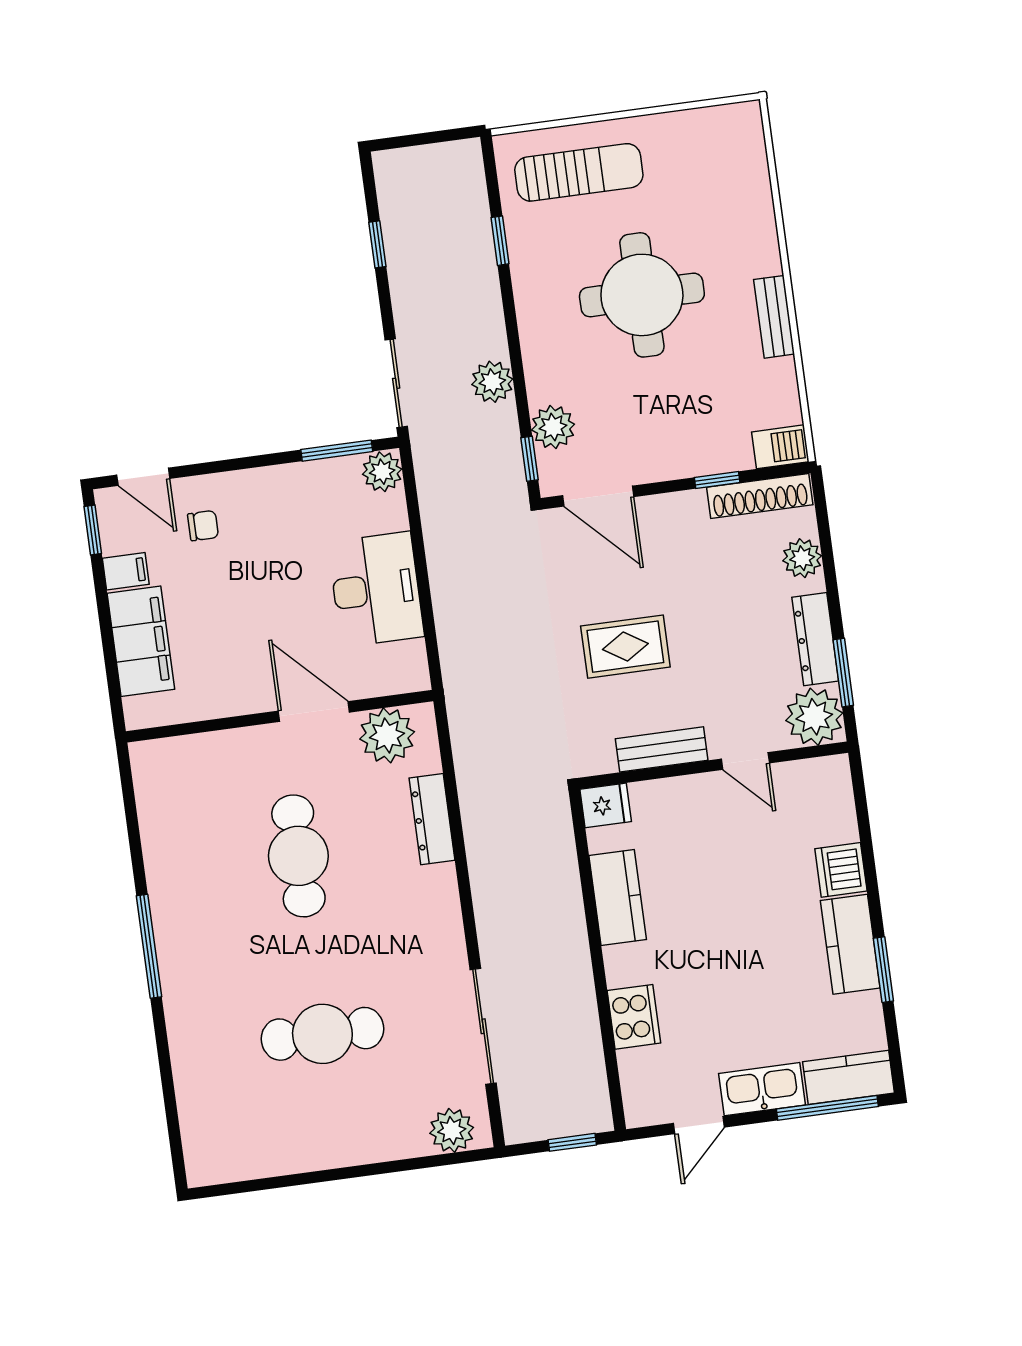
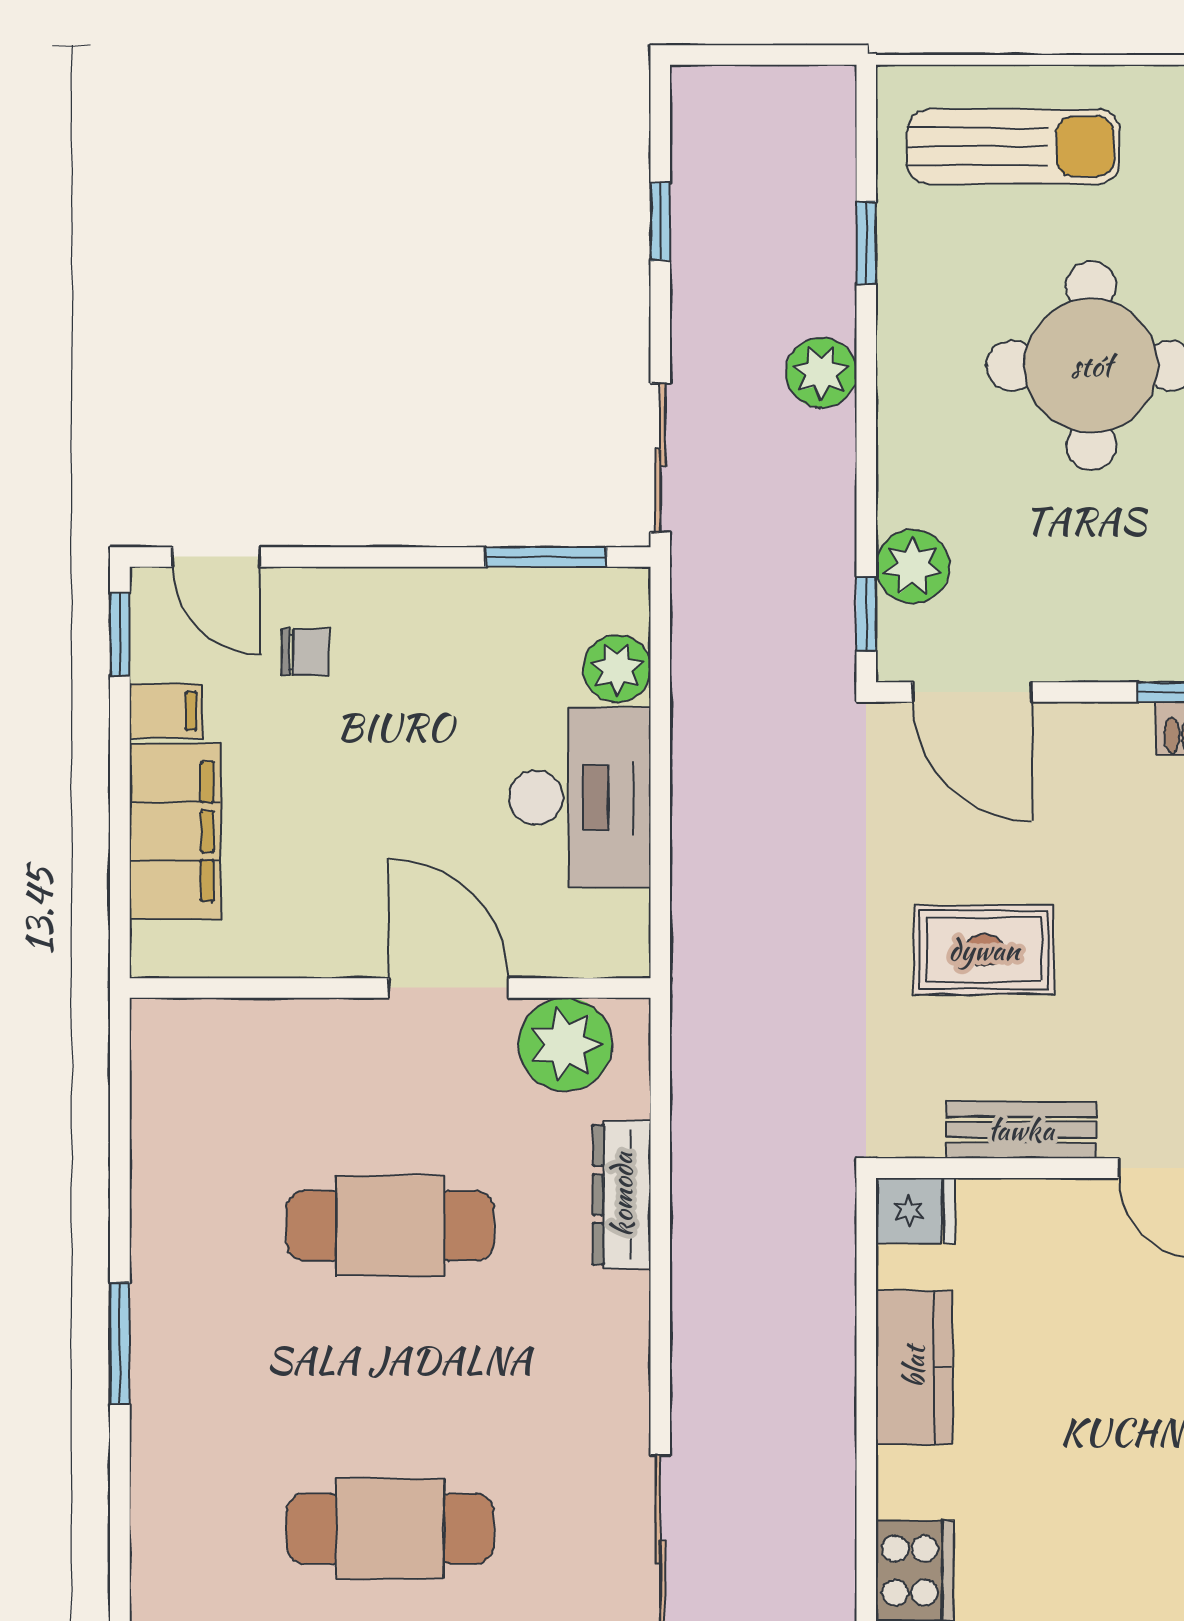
plant: (492, 382) -> (821, 373), moved
plant: (382, 472) -> (617, 669), moved
cafe table: (298, 856) -> (390, 1226), turned 90
window: (149, 946) -> (120, 1343), width x0.69

